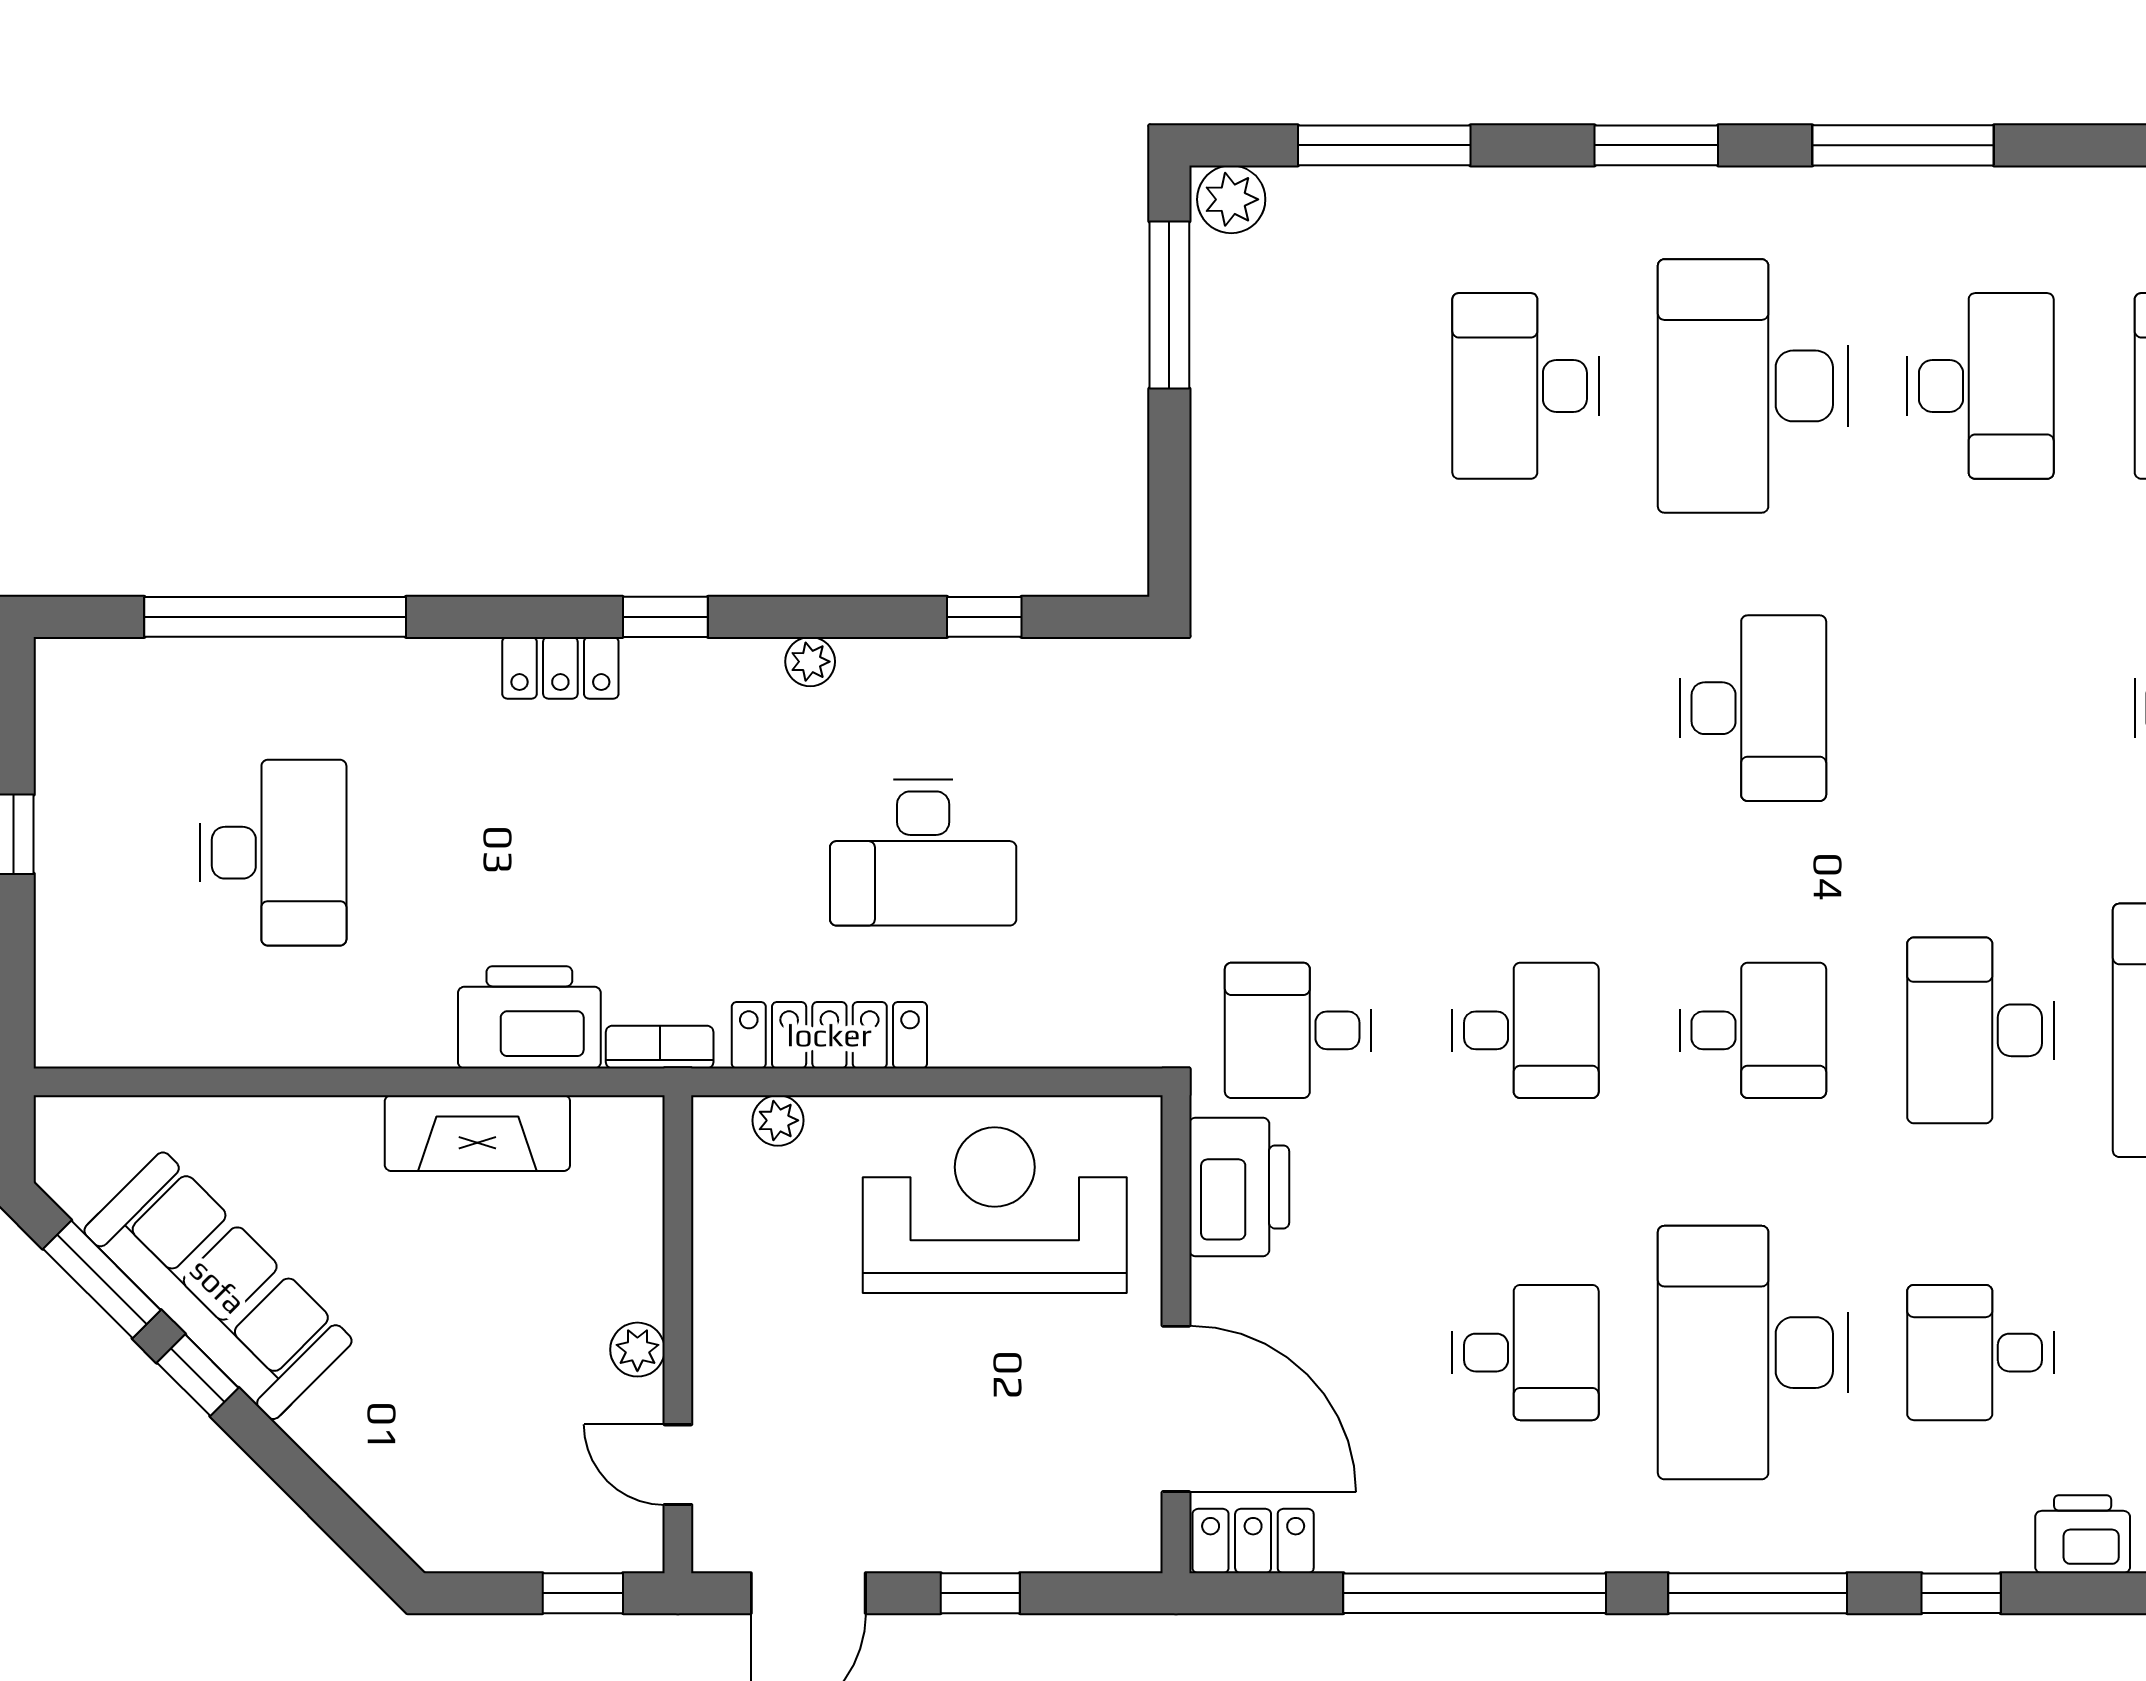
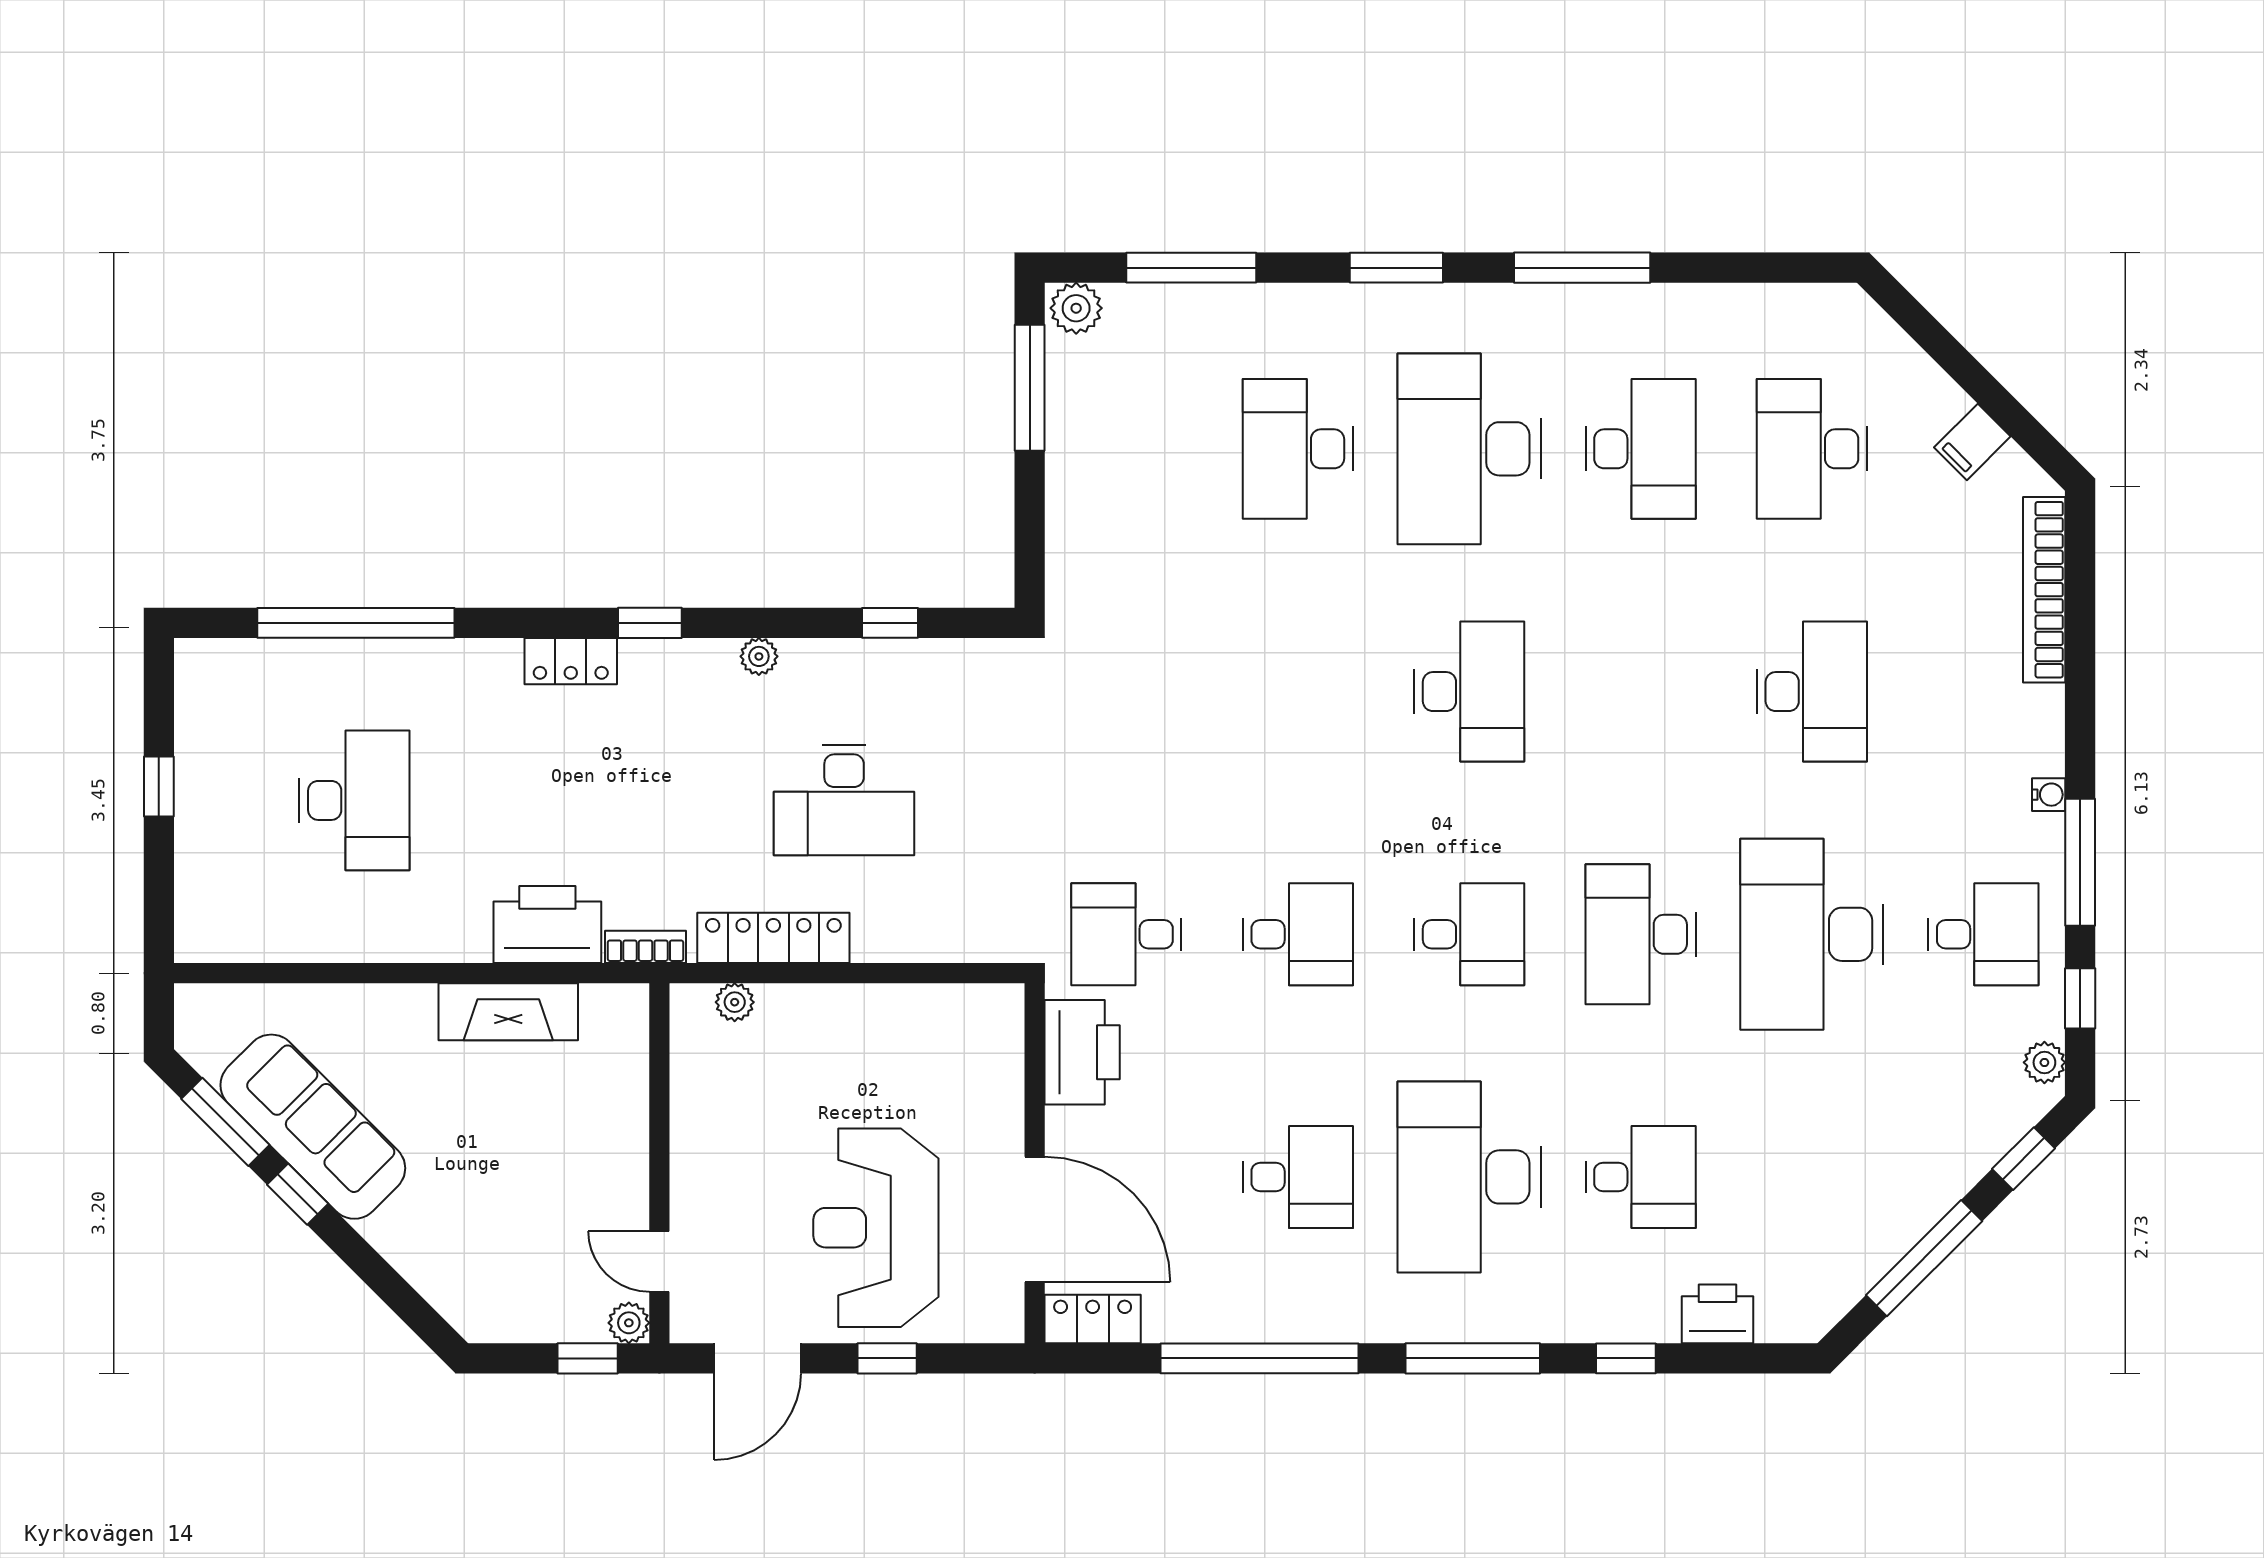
reception desk: (995, 1210) -> (876, 1228), moved, turned -90
plant: (637, 1350) -> (629, 1323), moved
desk: (1980, 1353) -> (1641, 1177), turned 180

